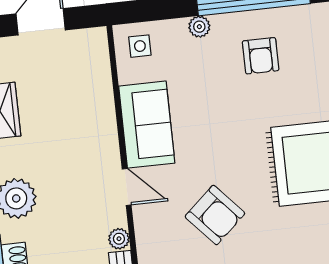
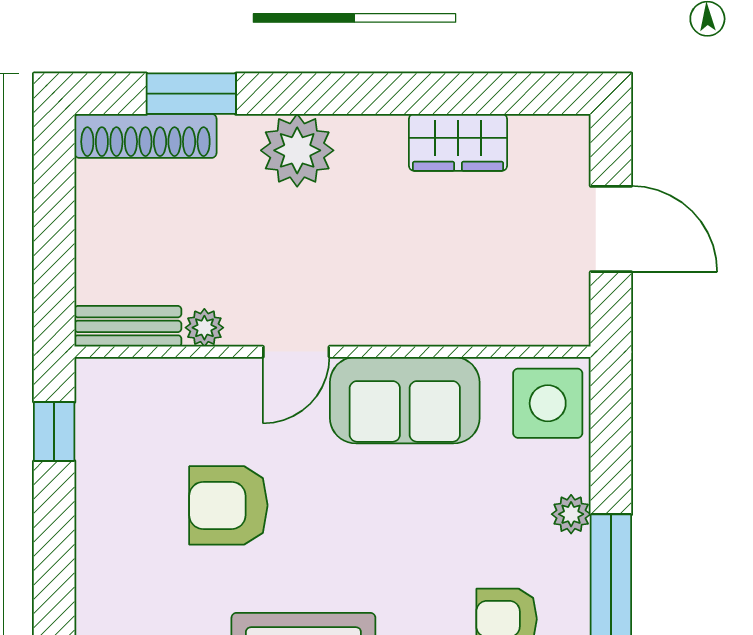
side table: (140, 46) -> (548, 403), width x1.87, depth x1.87
armchair: (215, 215) -> (228, 505), turned 42

